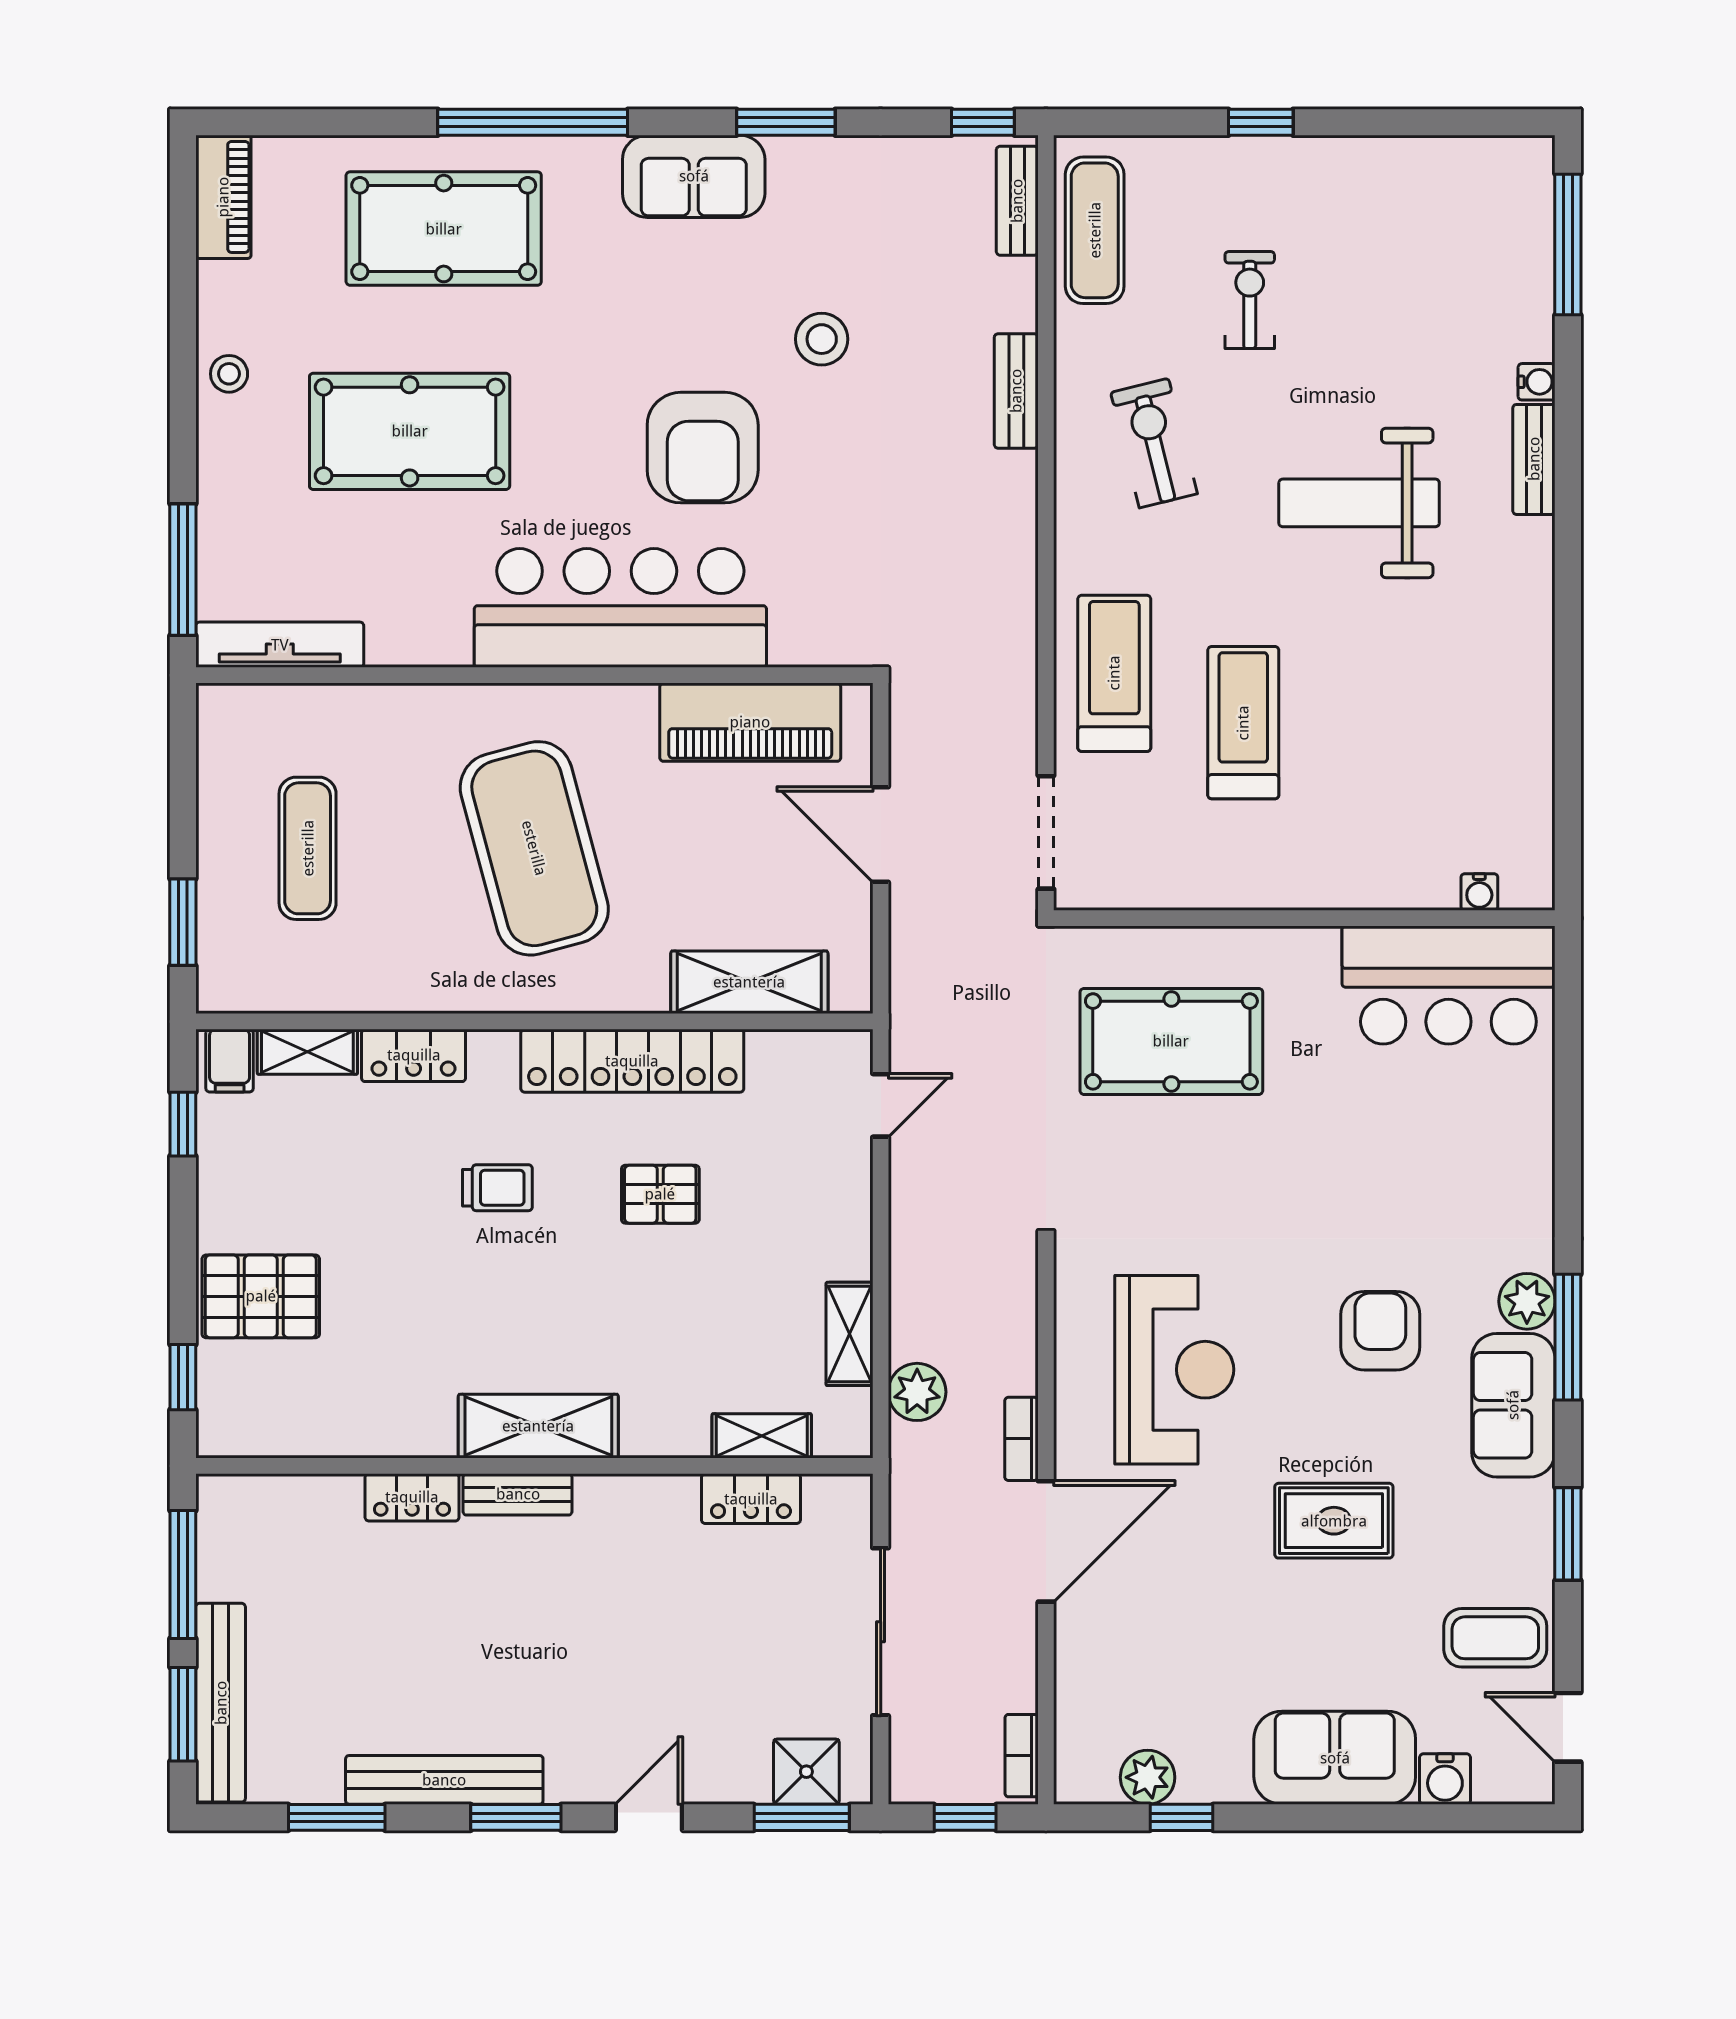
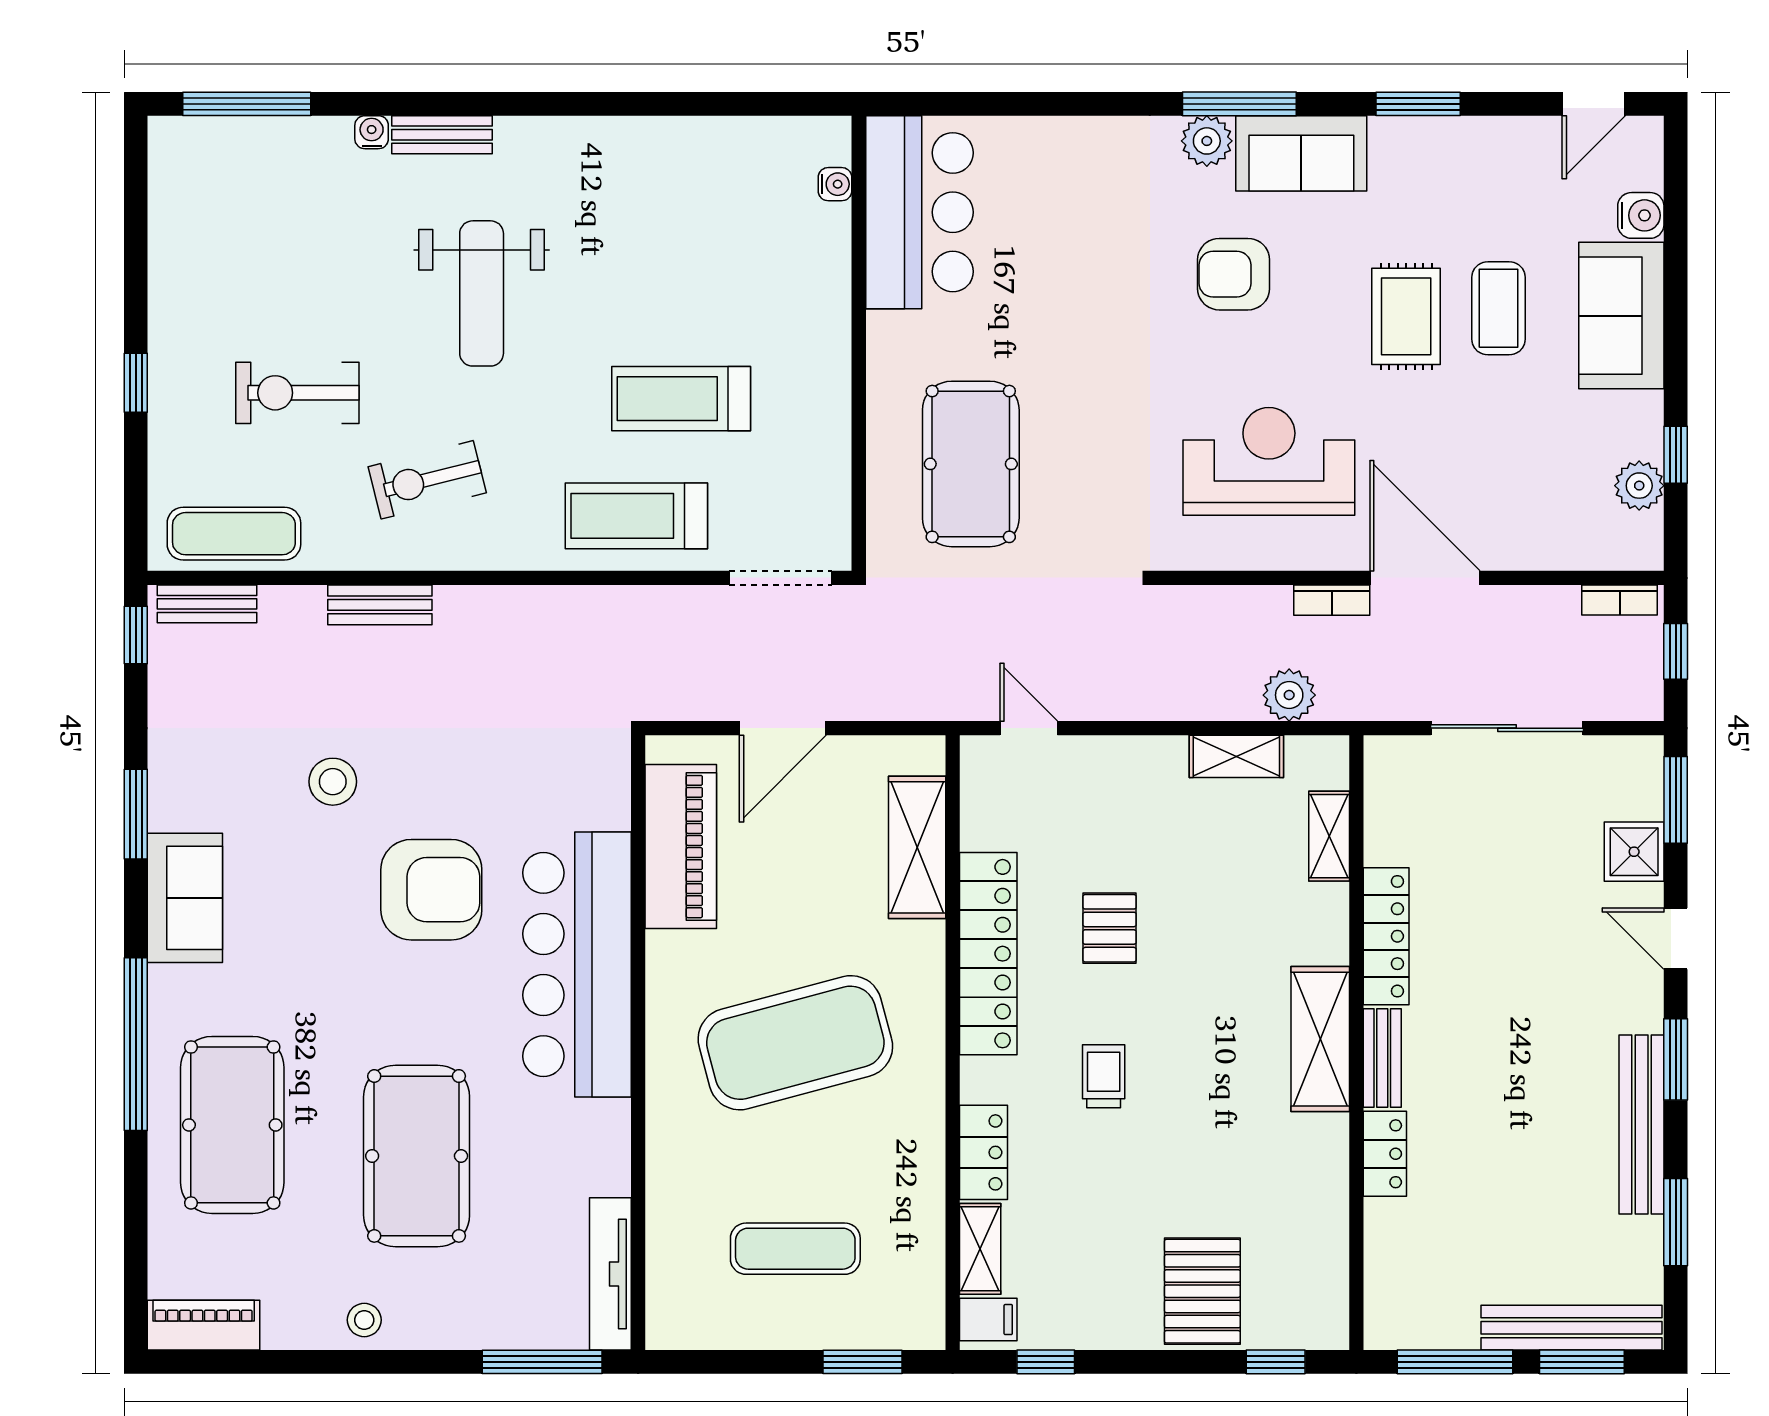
exercise bike: (1250, 300) -> (297, 393), width x1.38, depth x1.39
locker: (751, 1499) -> (1386, 936), moved, width x1.53
coffee table: (1495, 1638) -> (1498, 308), moved
shower: (806, 1772) -> (1634, 852), moved

